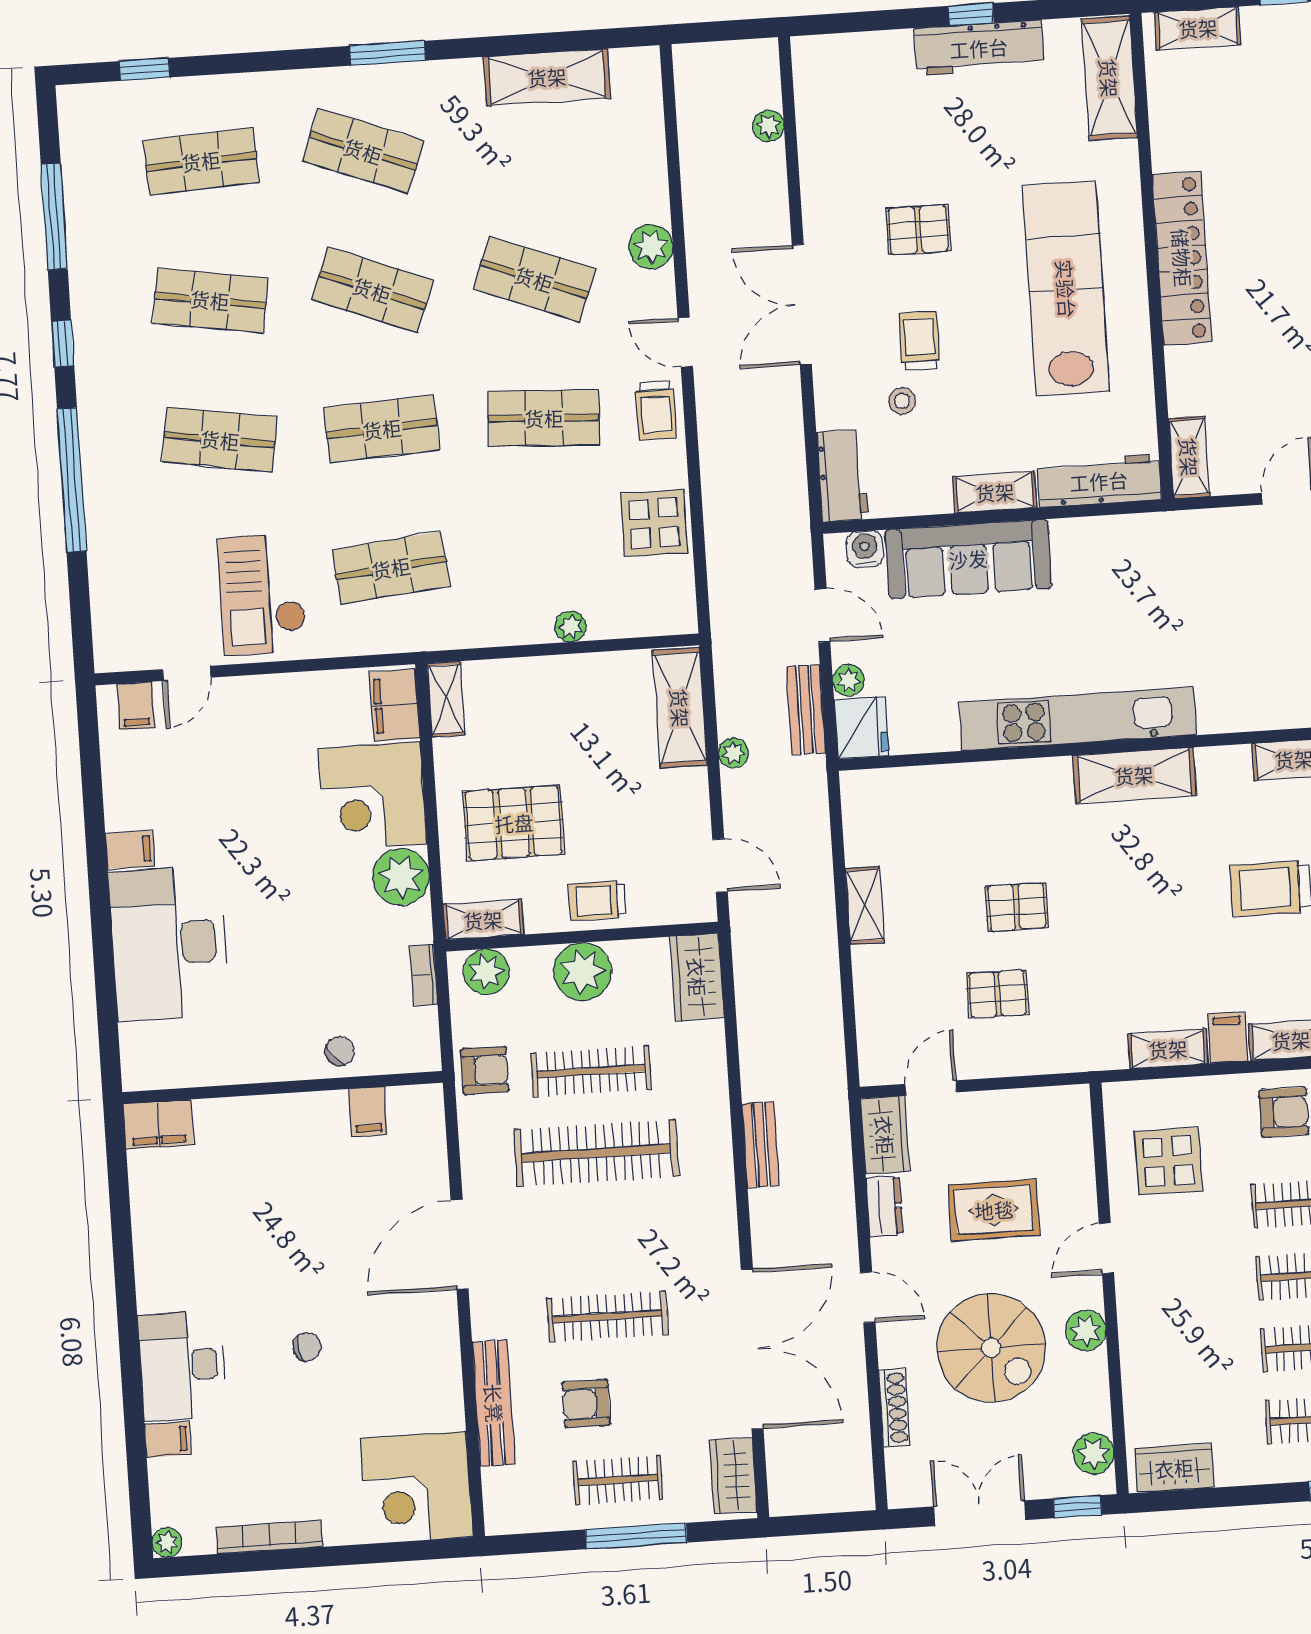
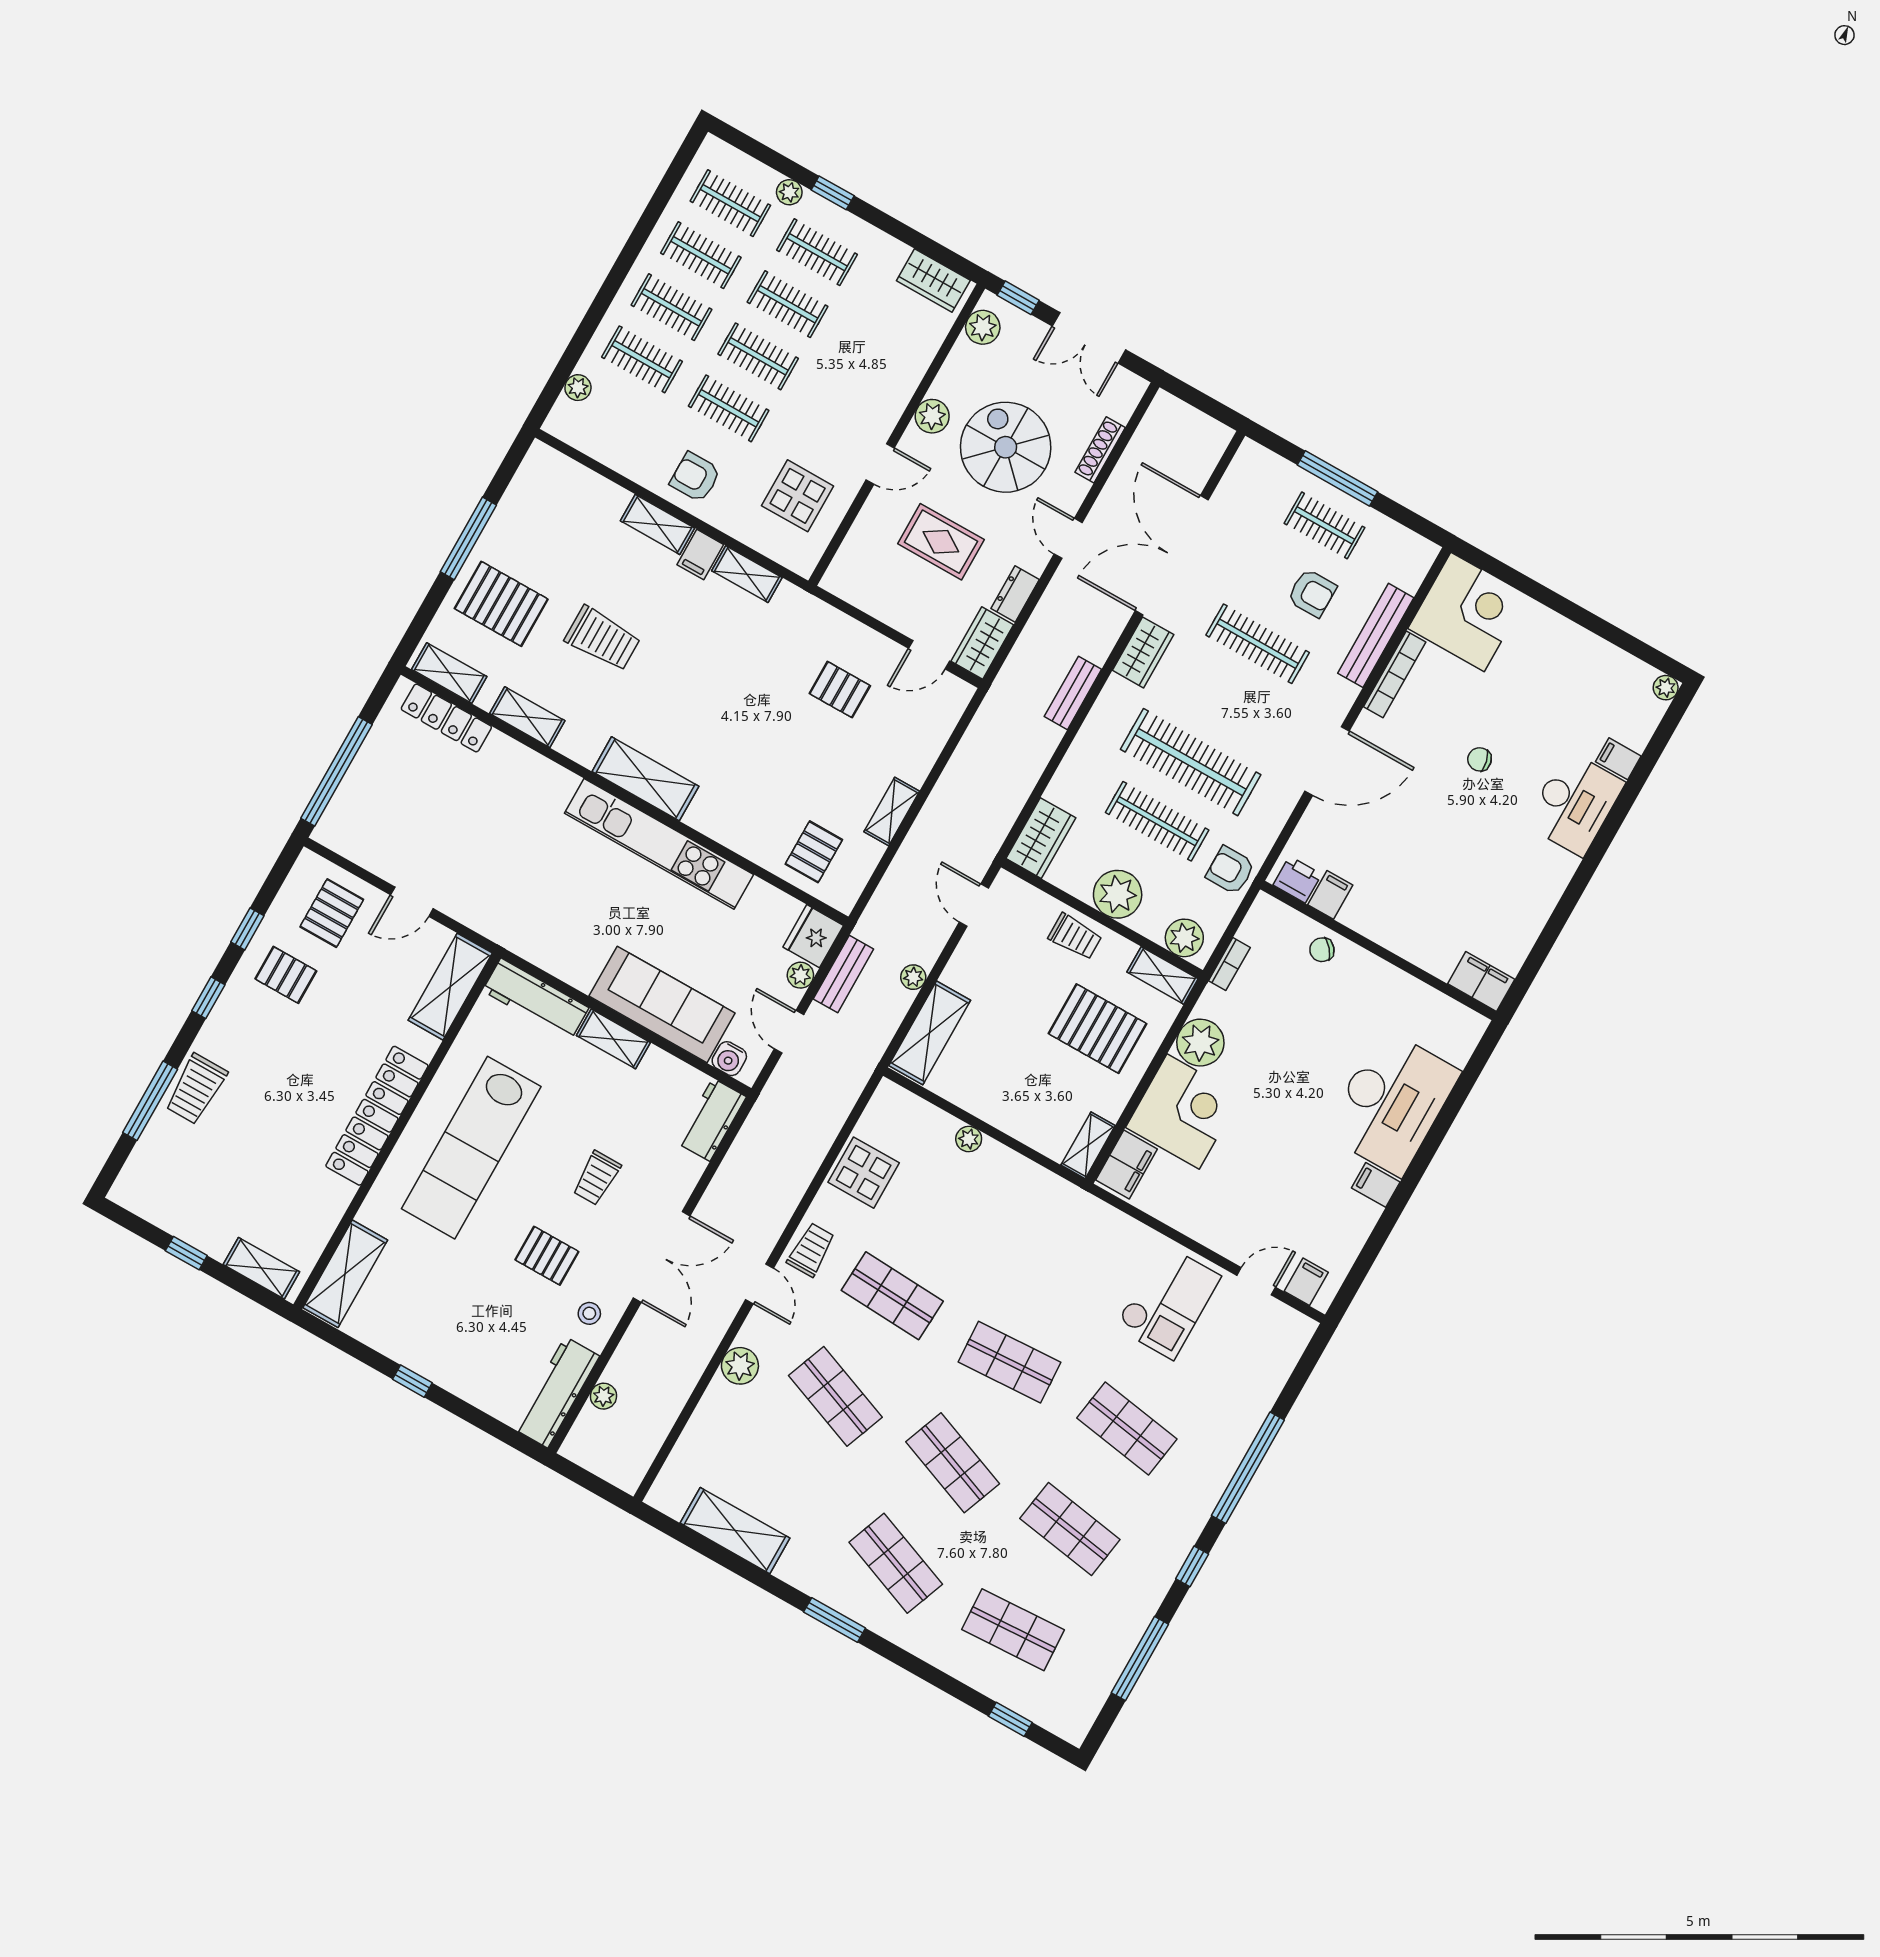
workbench: (979, 48) -> (557, 1392), moved, turned -90
stool: (902, 401) -> (589, 1313), moved
shelving: (1189, 457) -> (450, 987), width x1.50, depth x1.33
shop shelf: (391, 568) -> (1067, 1261), removed
pallet: (1017, 907) -> (814, 852), moved, turned 90
printer: (411, 1105) -> (1297, 880), added
wardrobe: (733, 1476) -> (1143, 652), moved
bookcase: (270, 1537) -> (1395, 674), moved, turned -90

